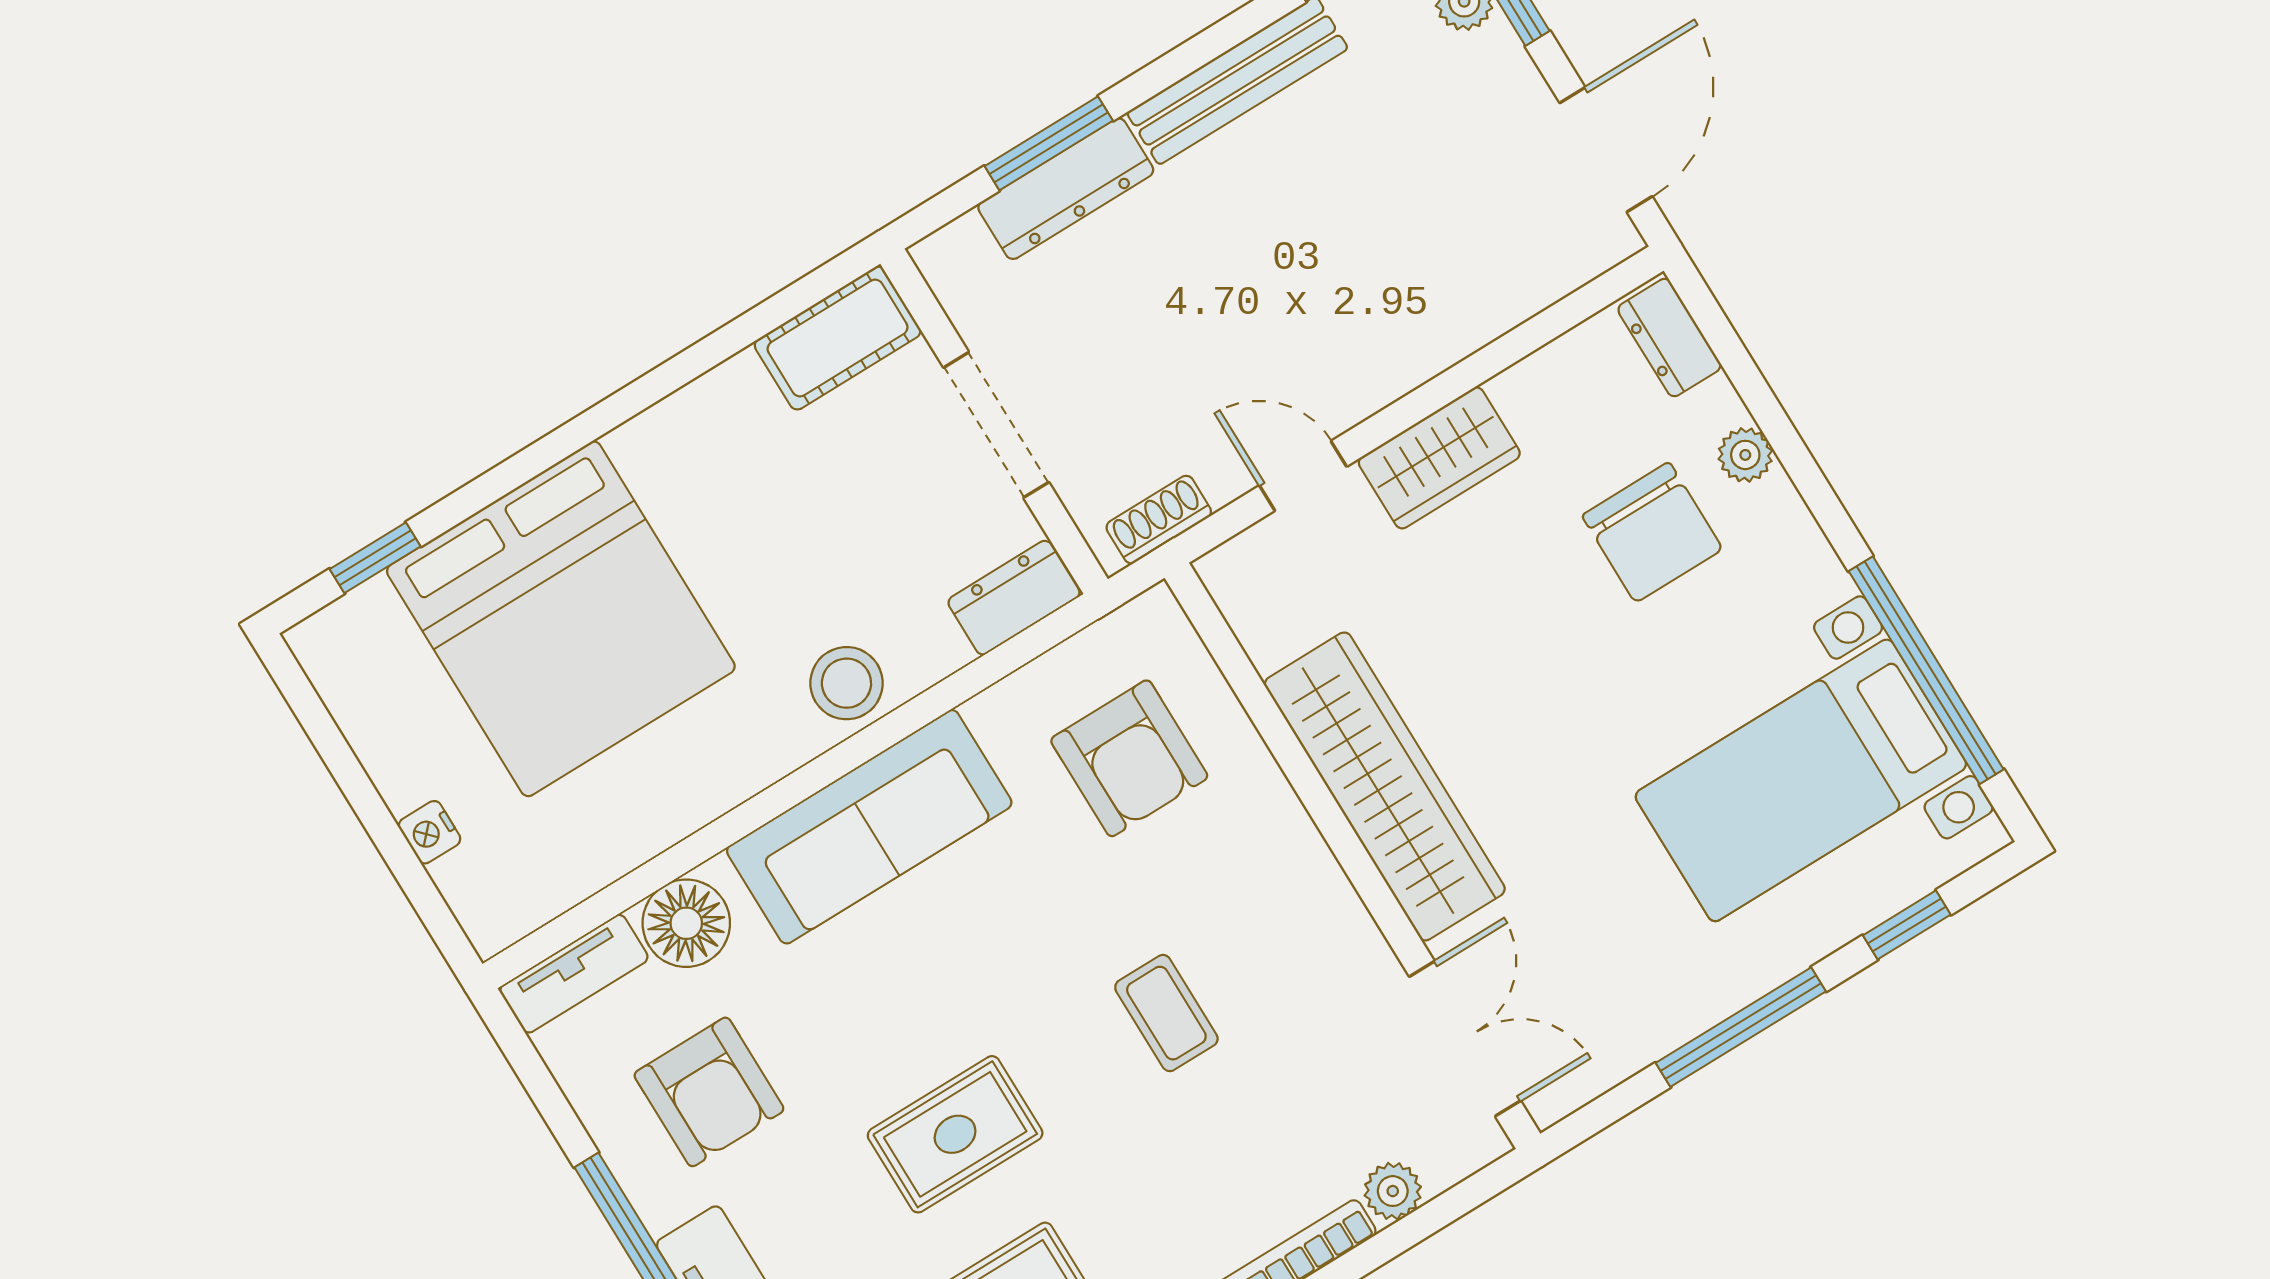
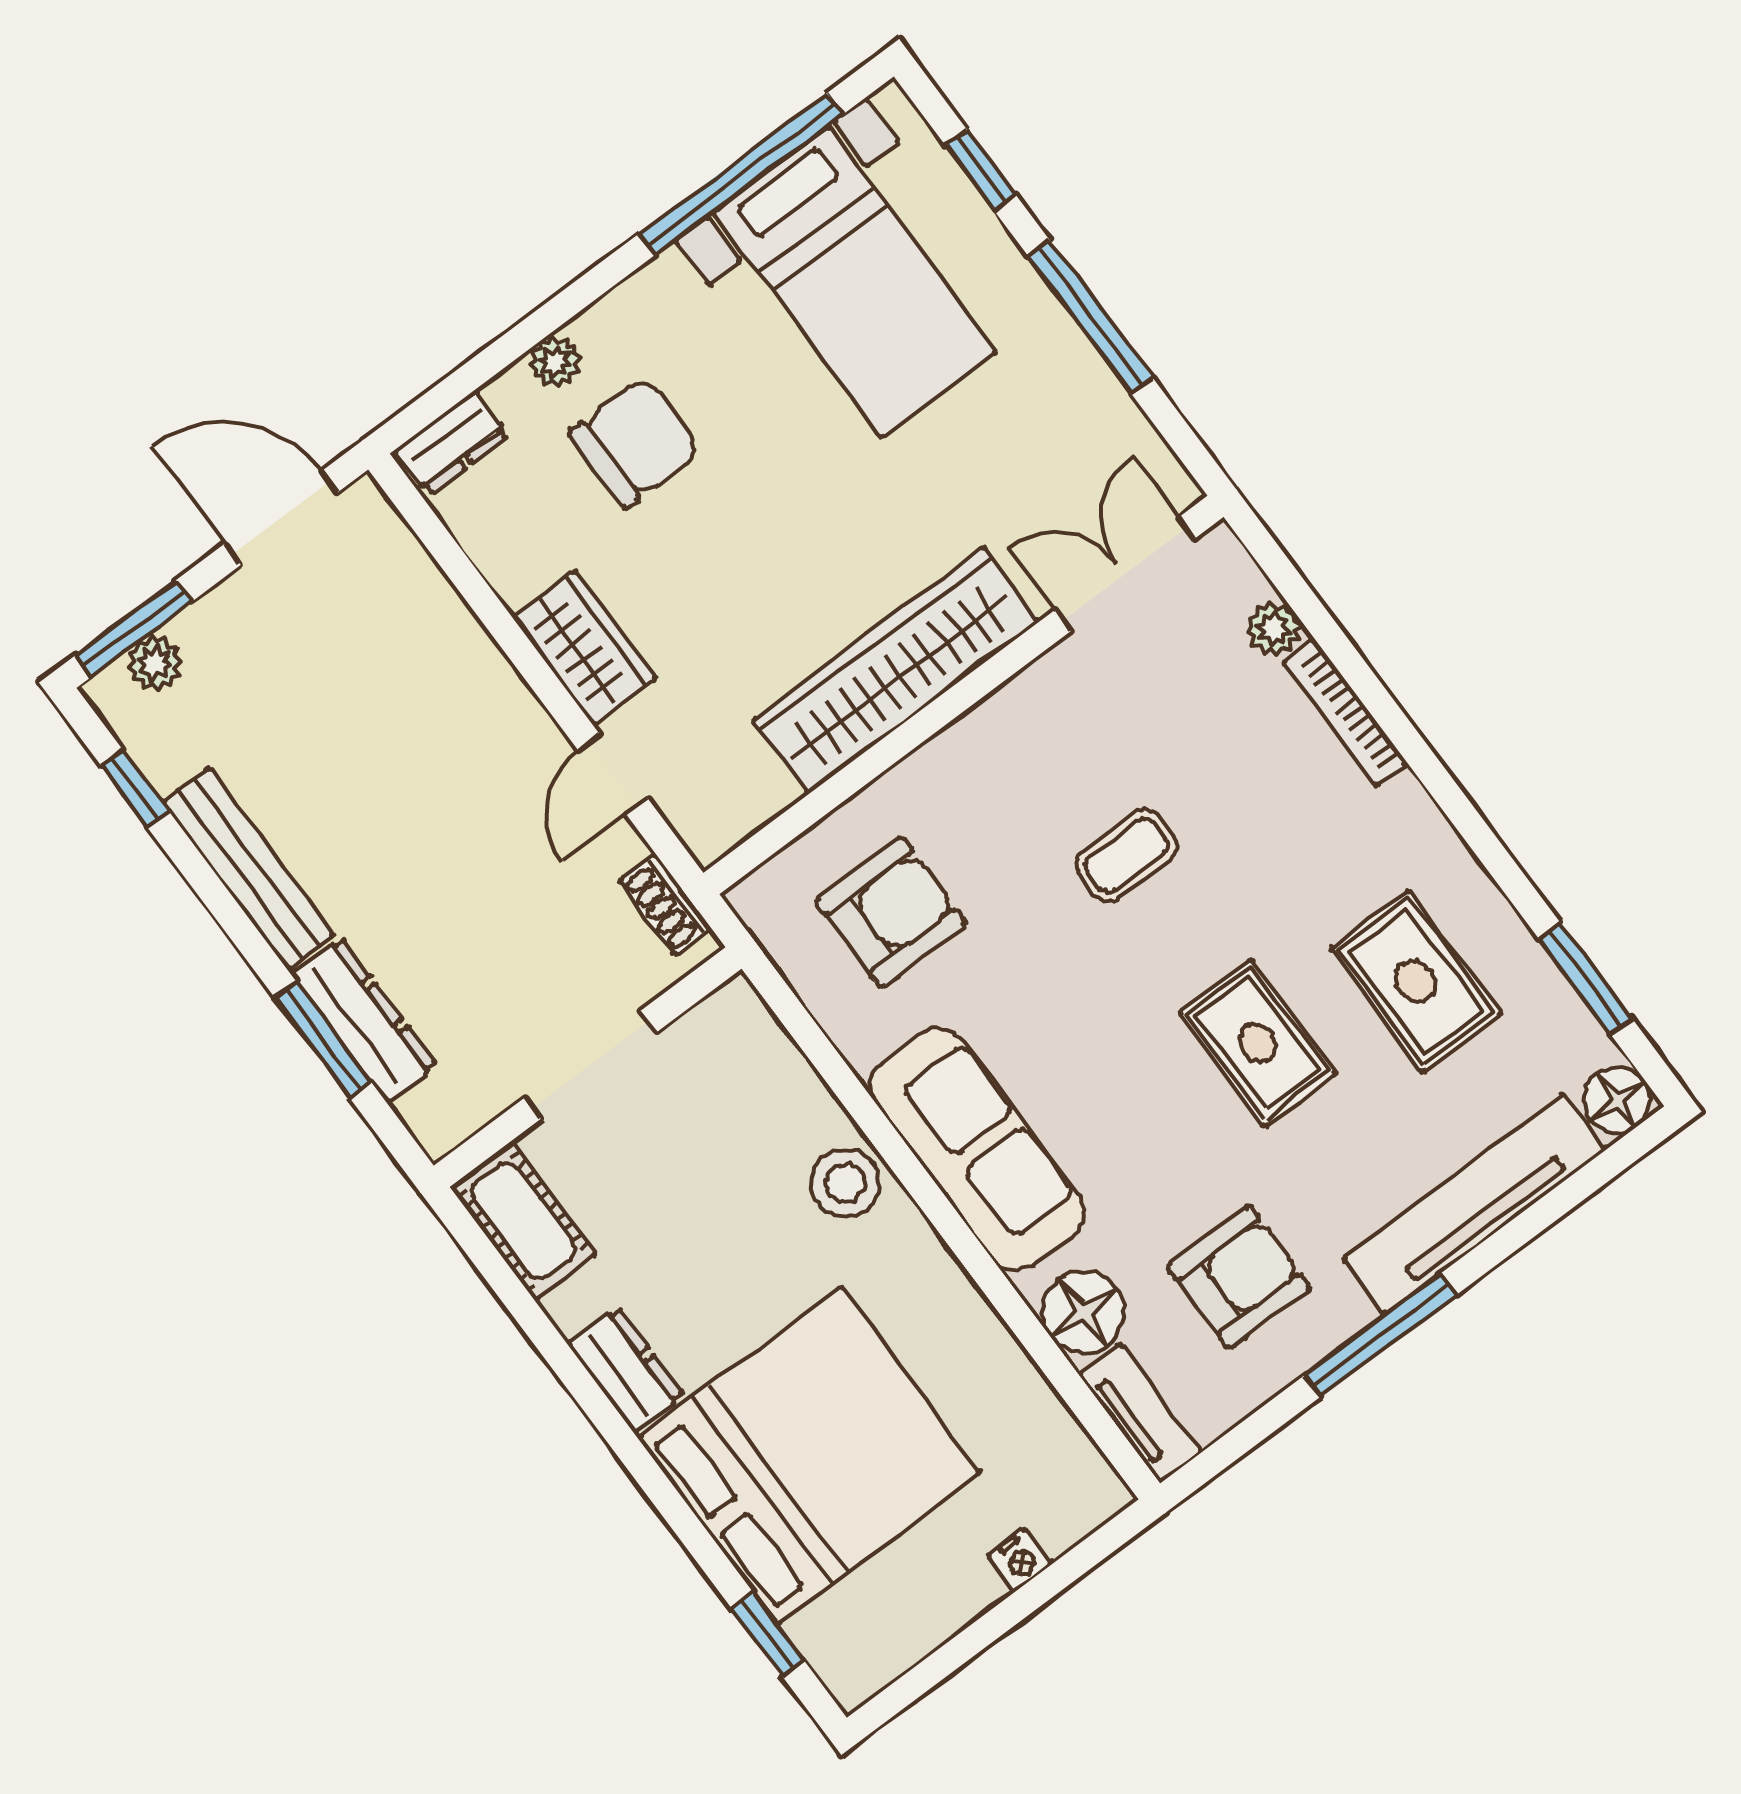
dresser: (1014, 598) -> (626, 1370), moved, turned 180

